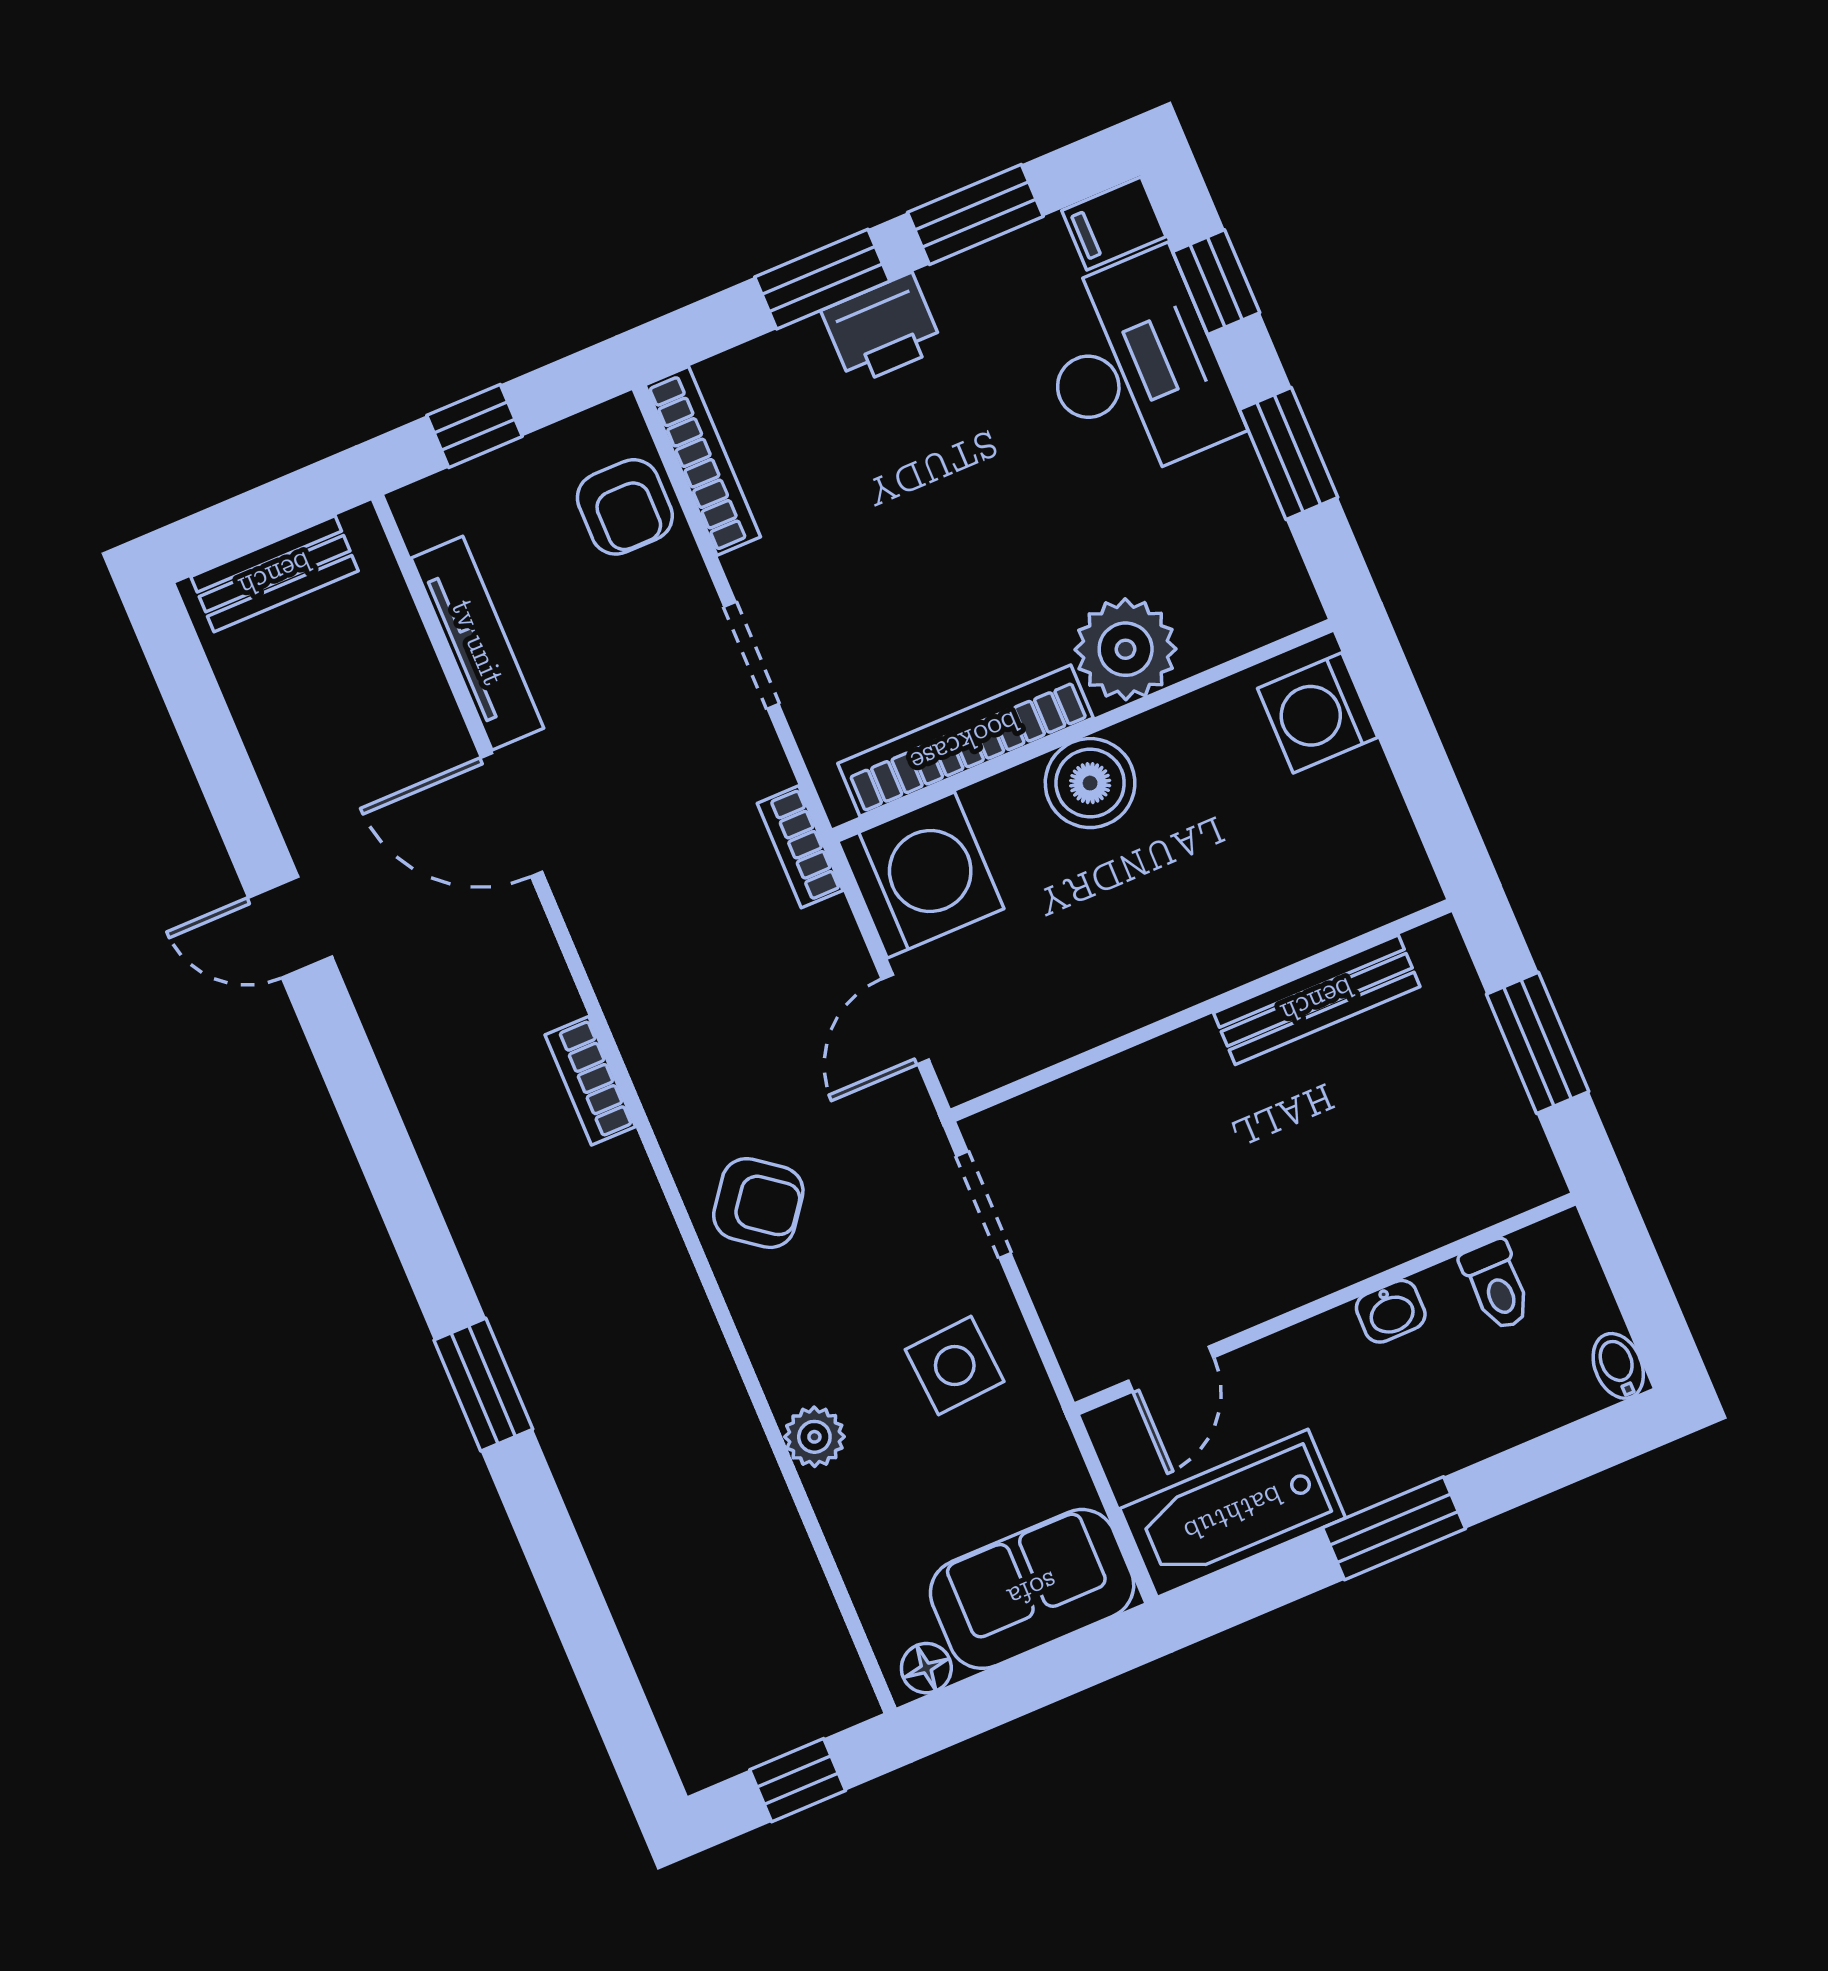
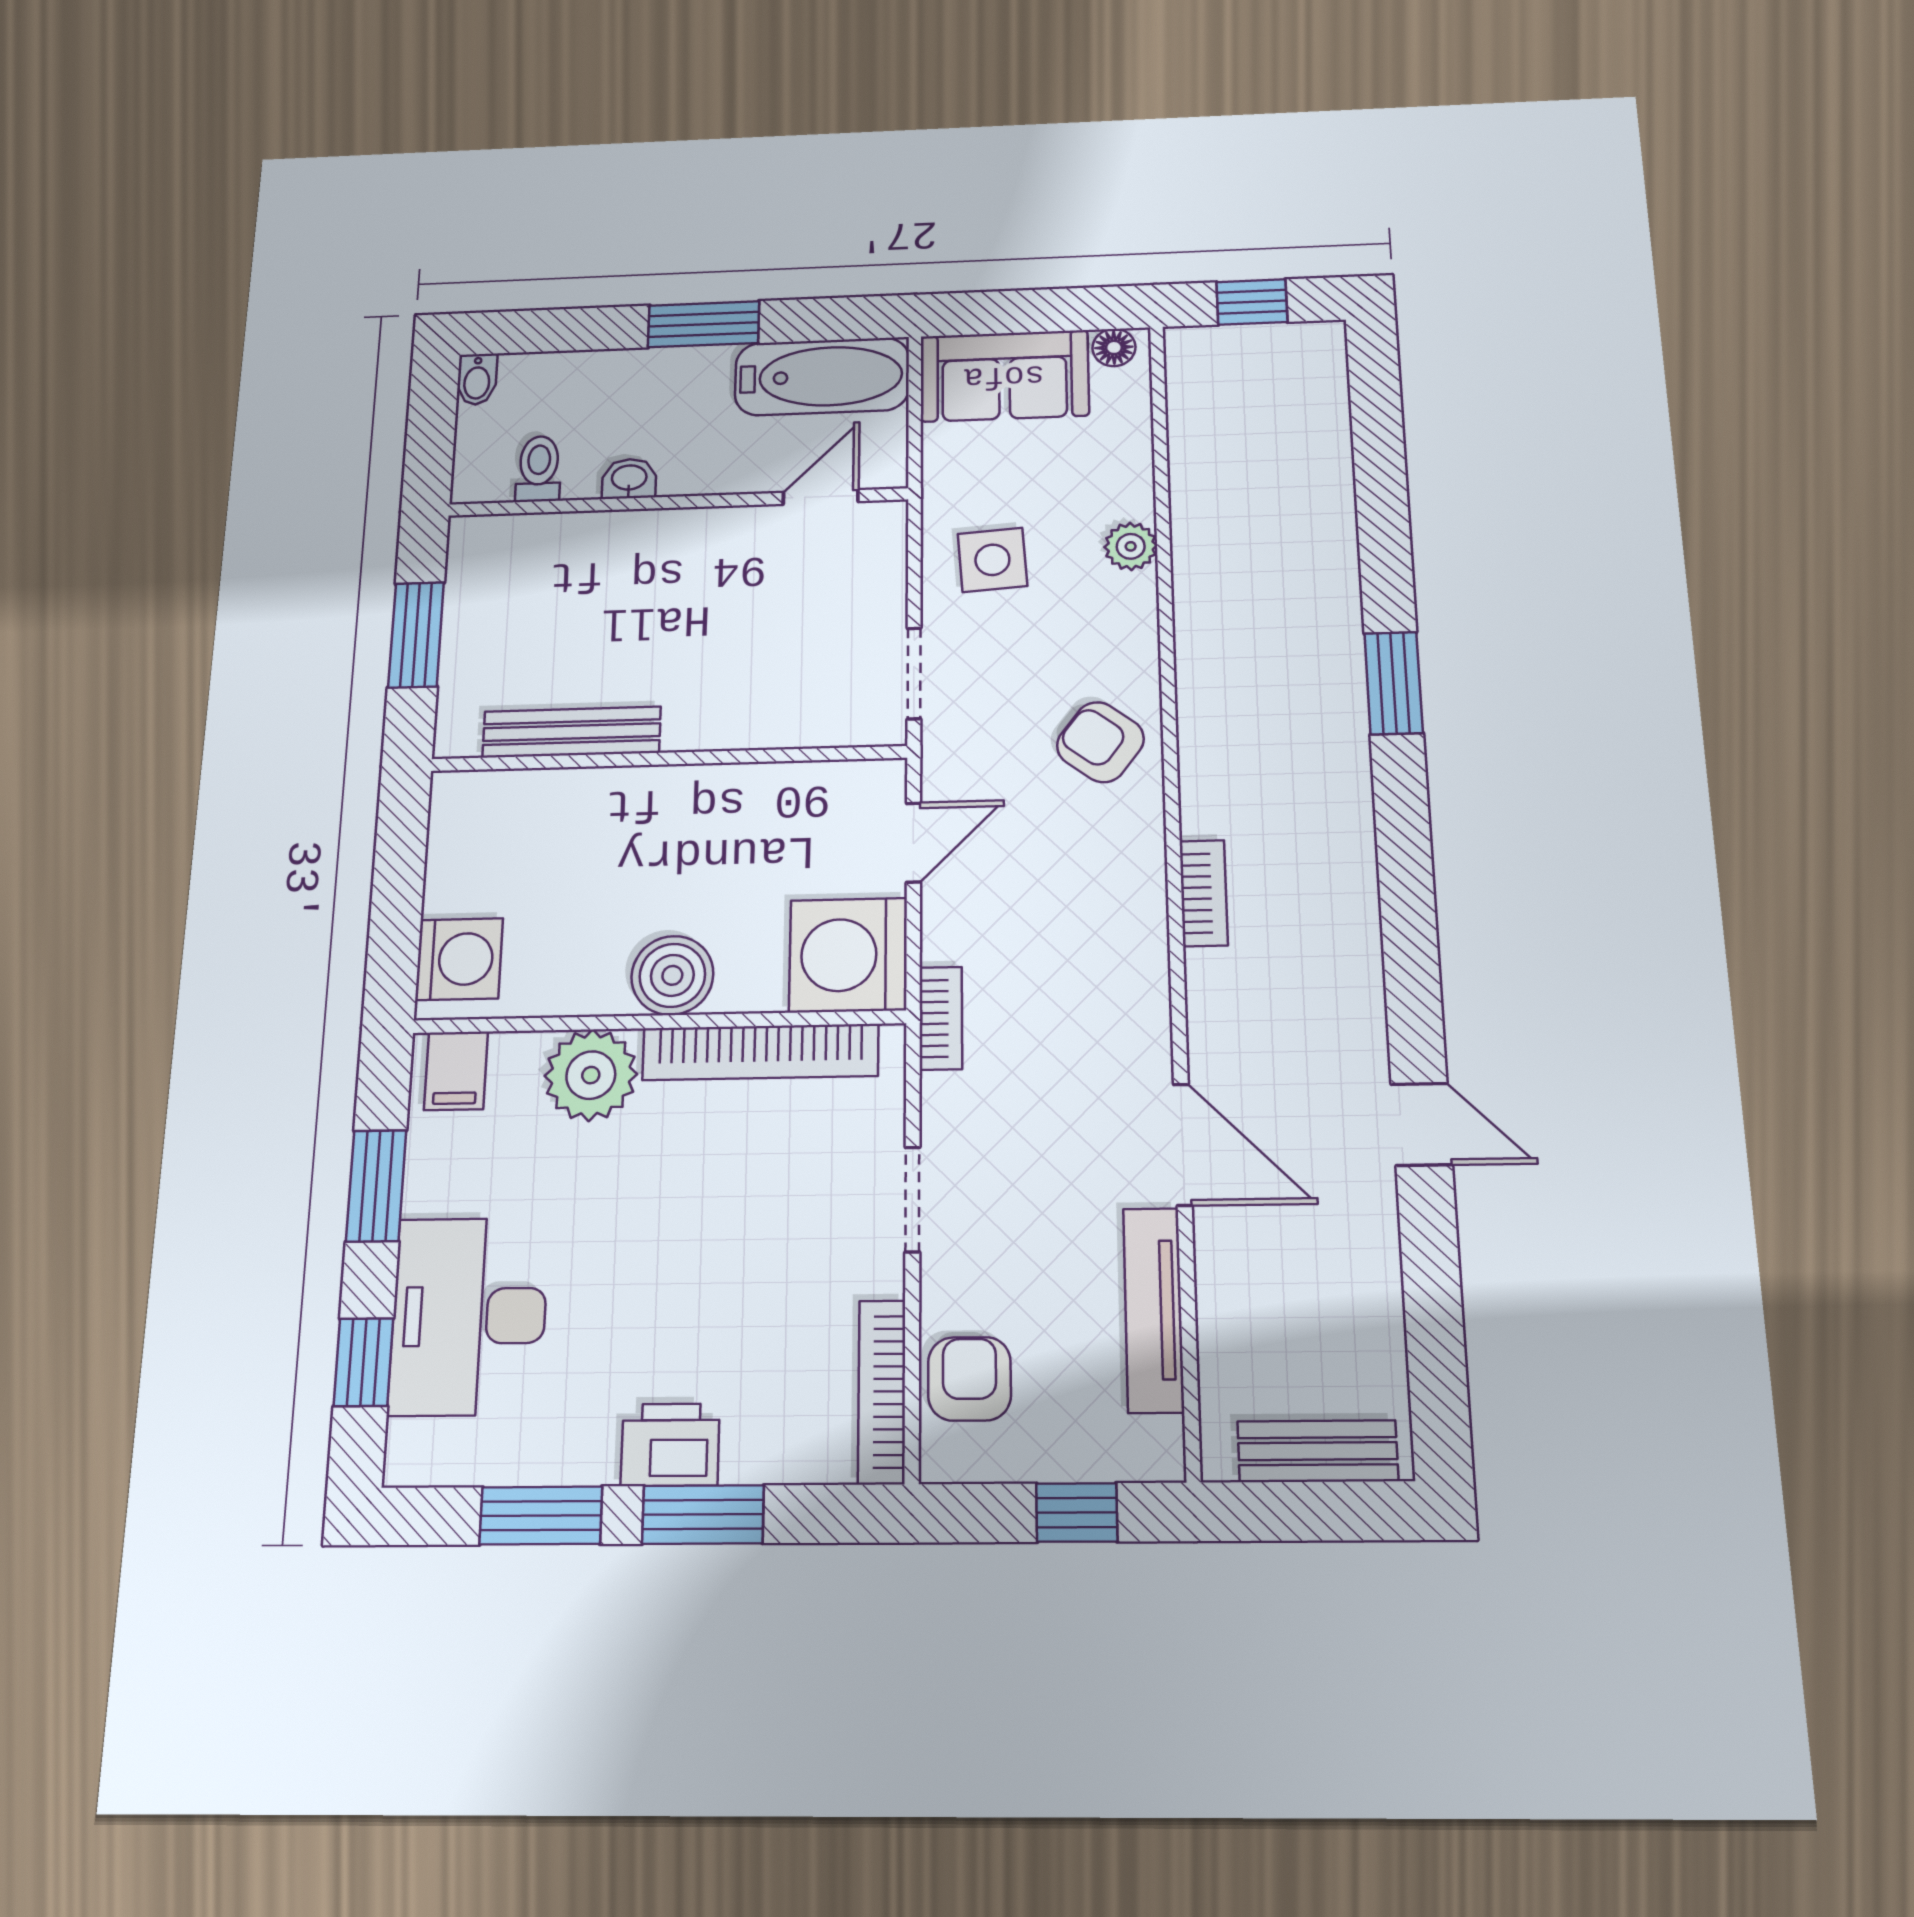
filing cabinet: (1114, 224) -> (456, 1071), moved, turned 90

